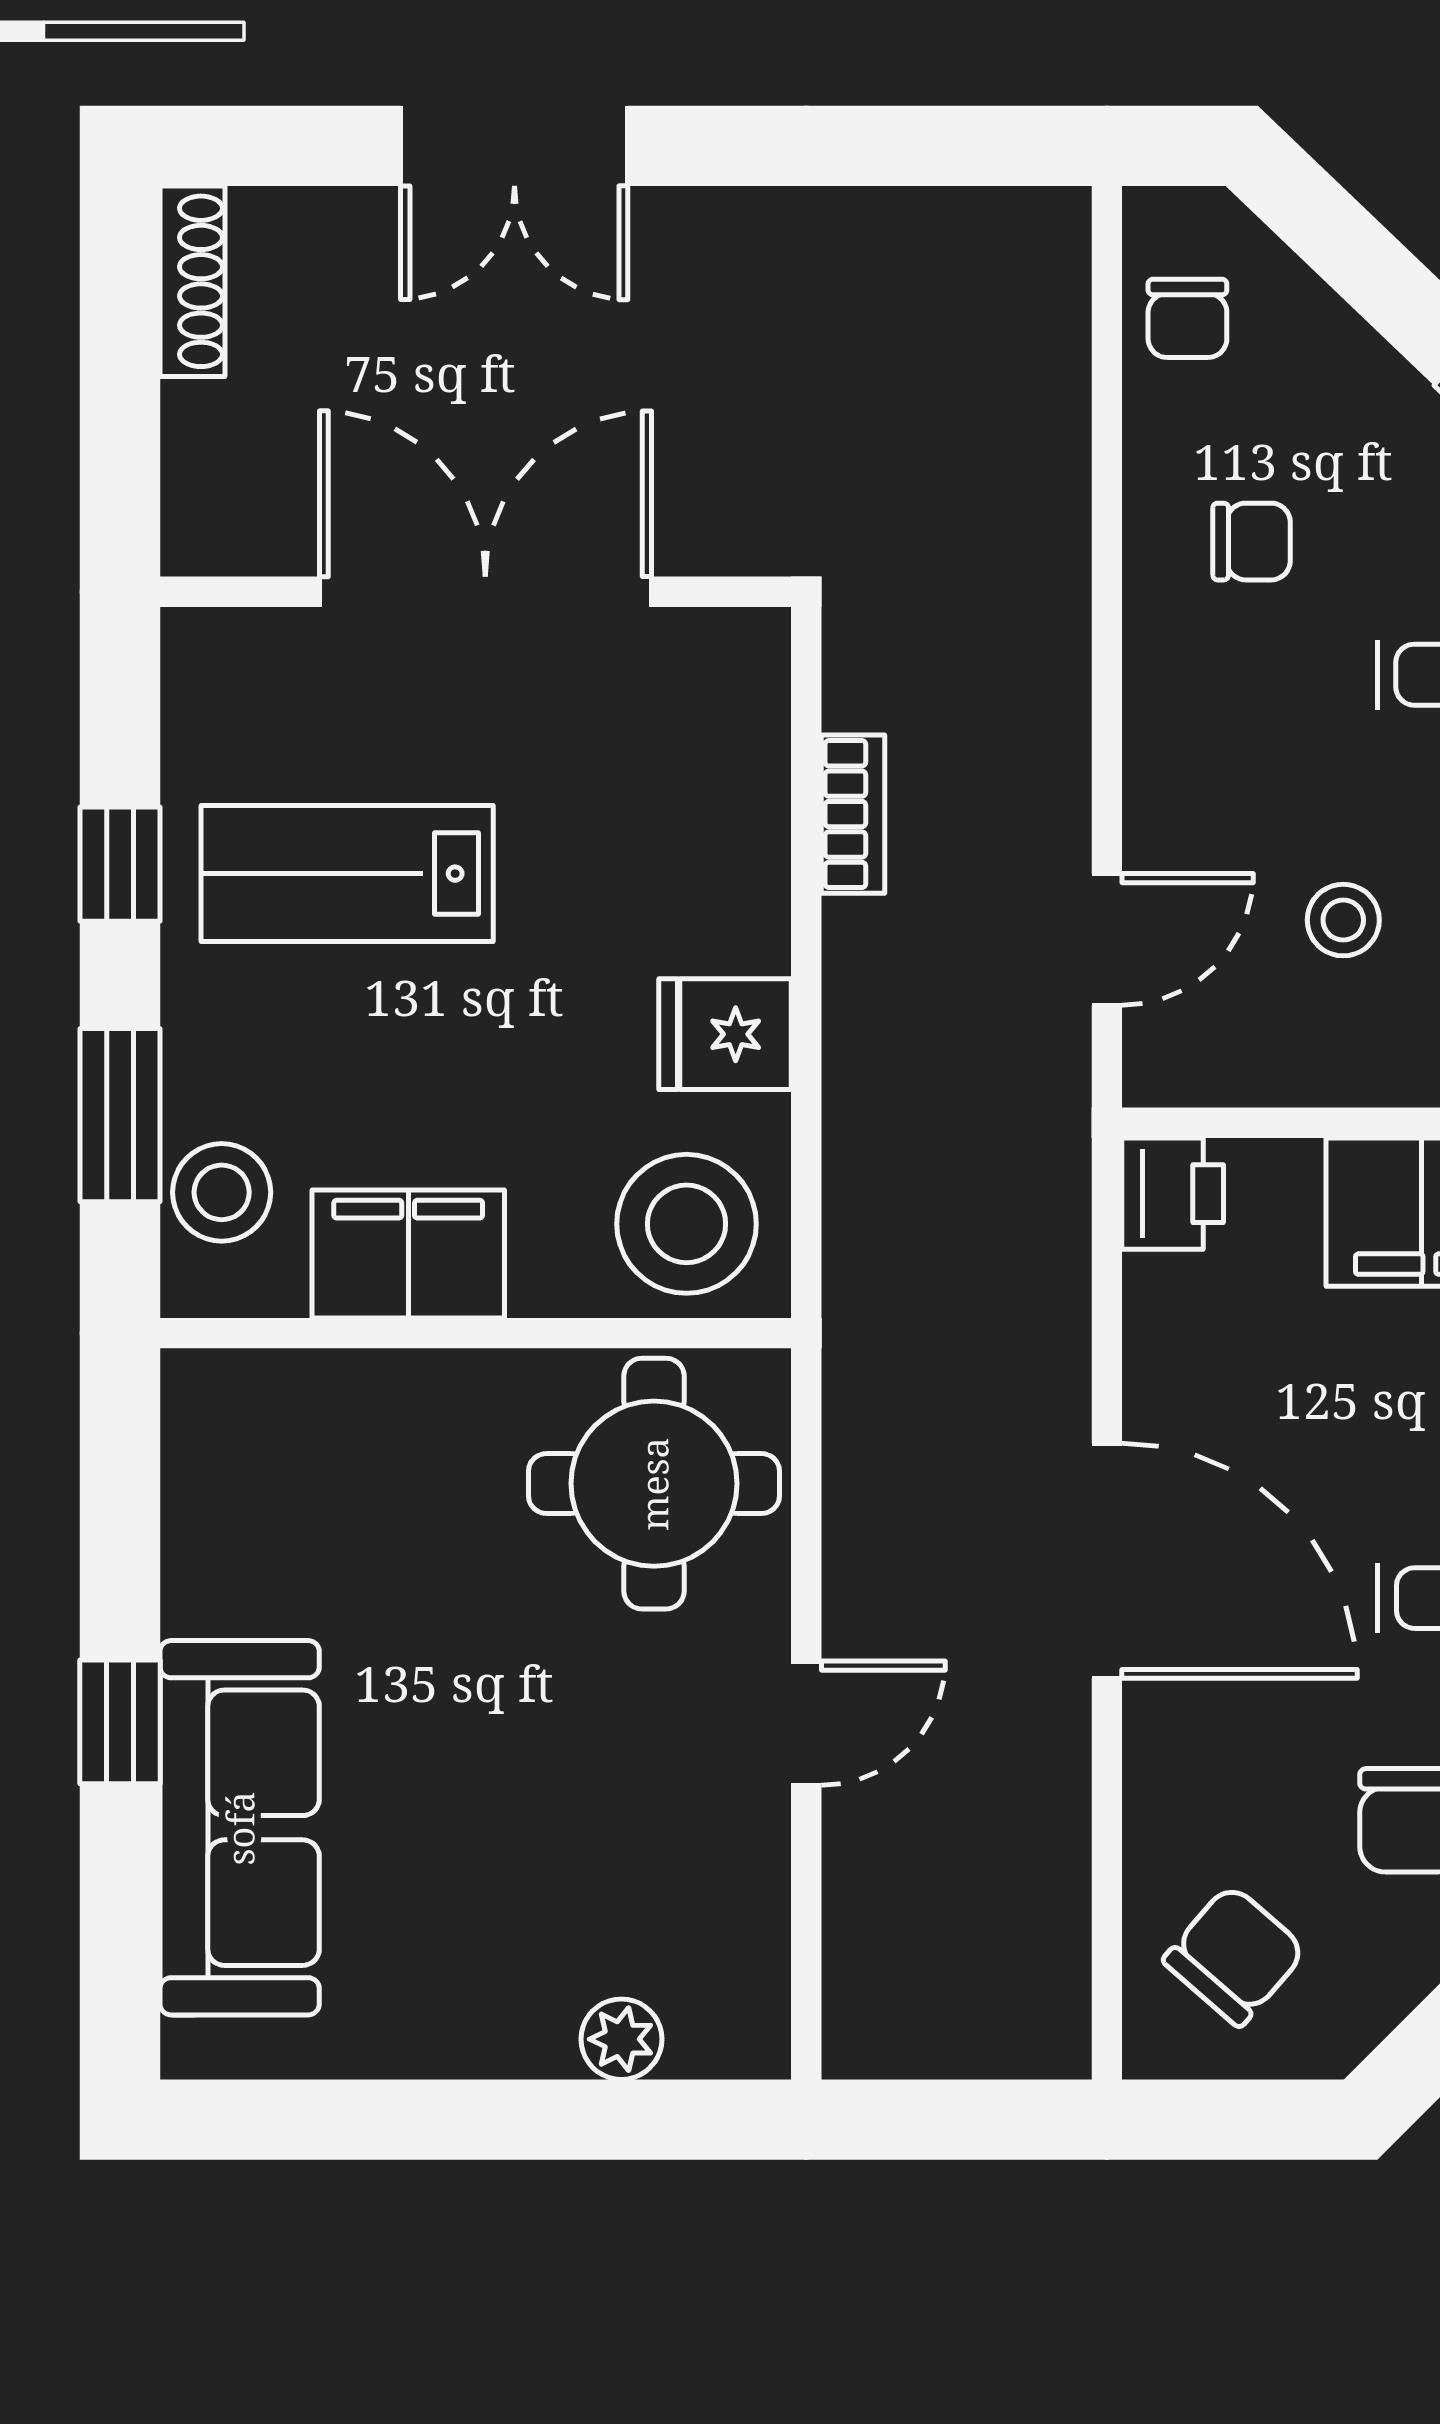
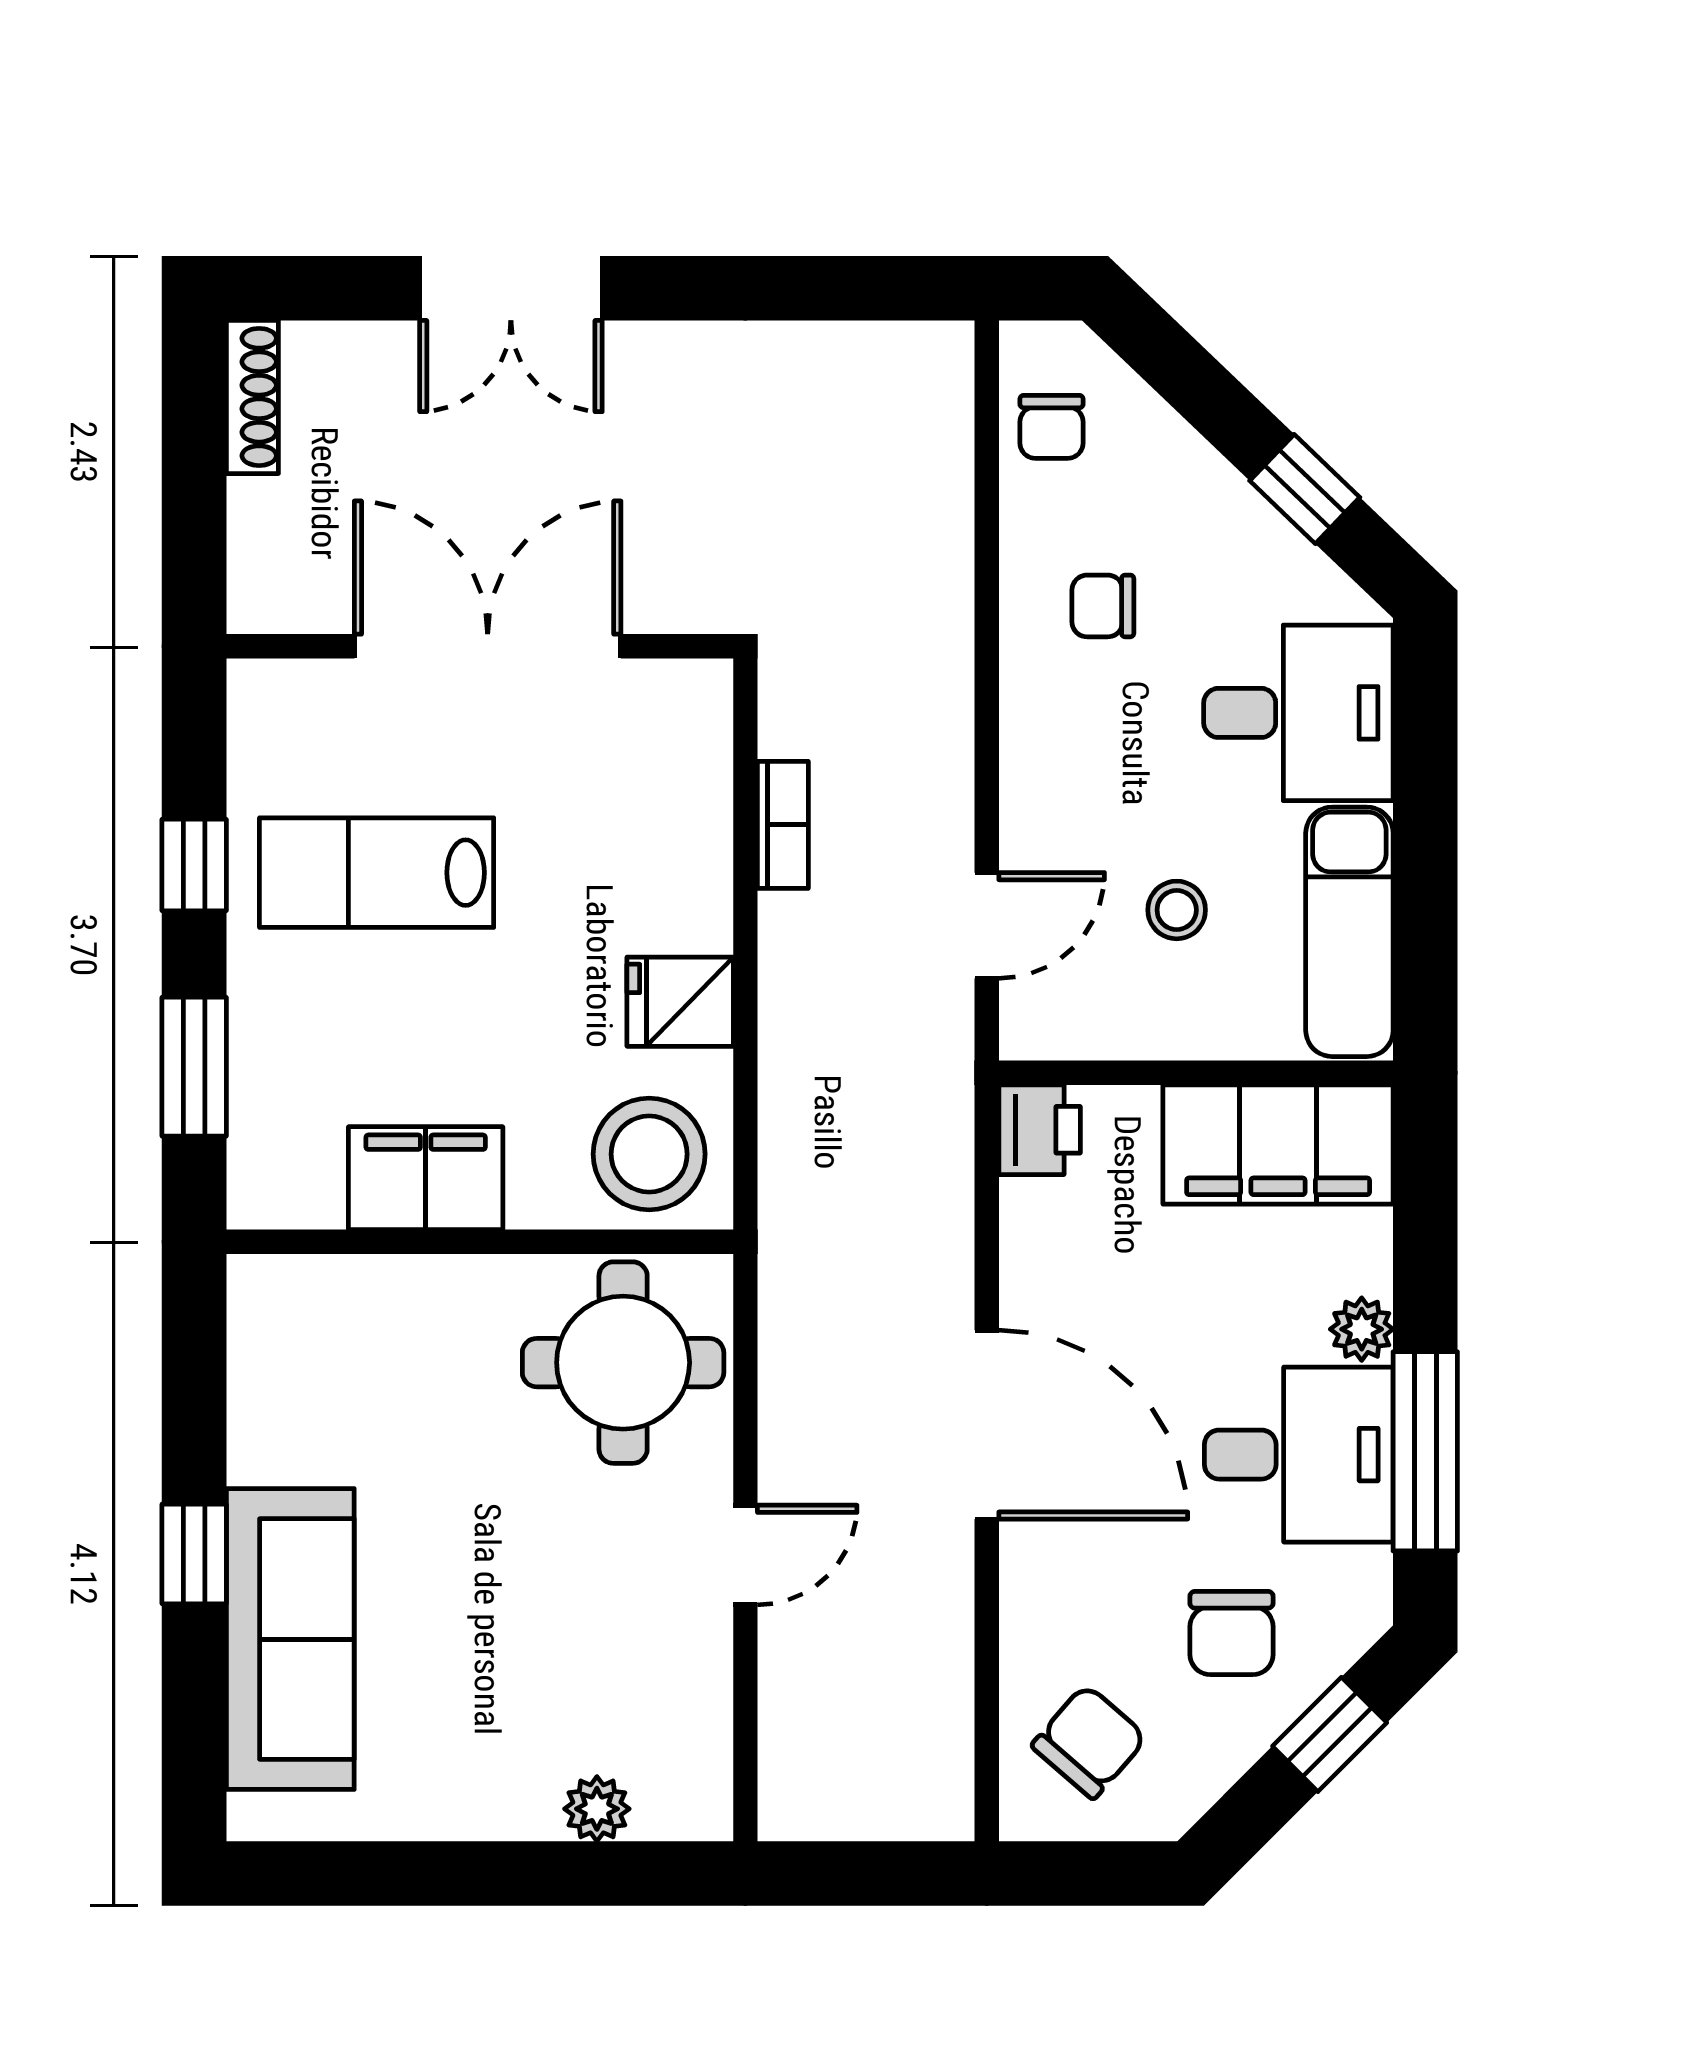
chair: (1252, 542) -> (1103, 606), turned 180
stool: (222, 1192) -> (276, 1129), removed

